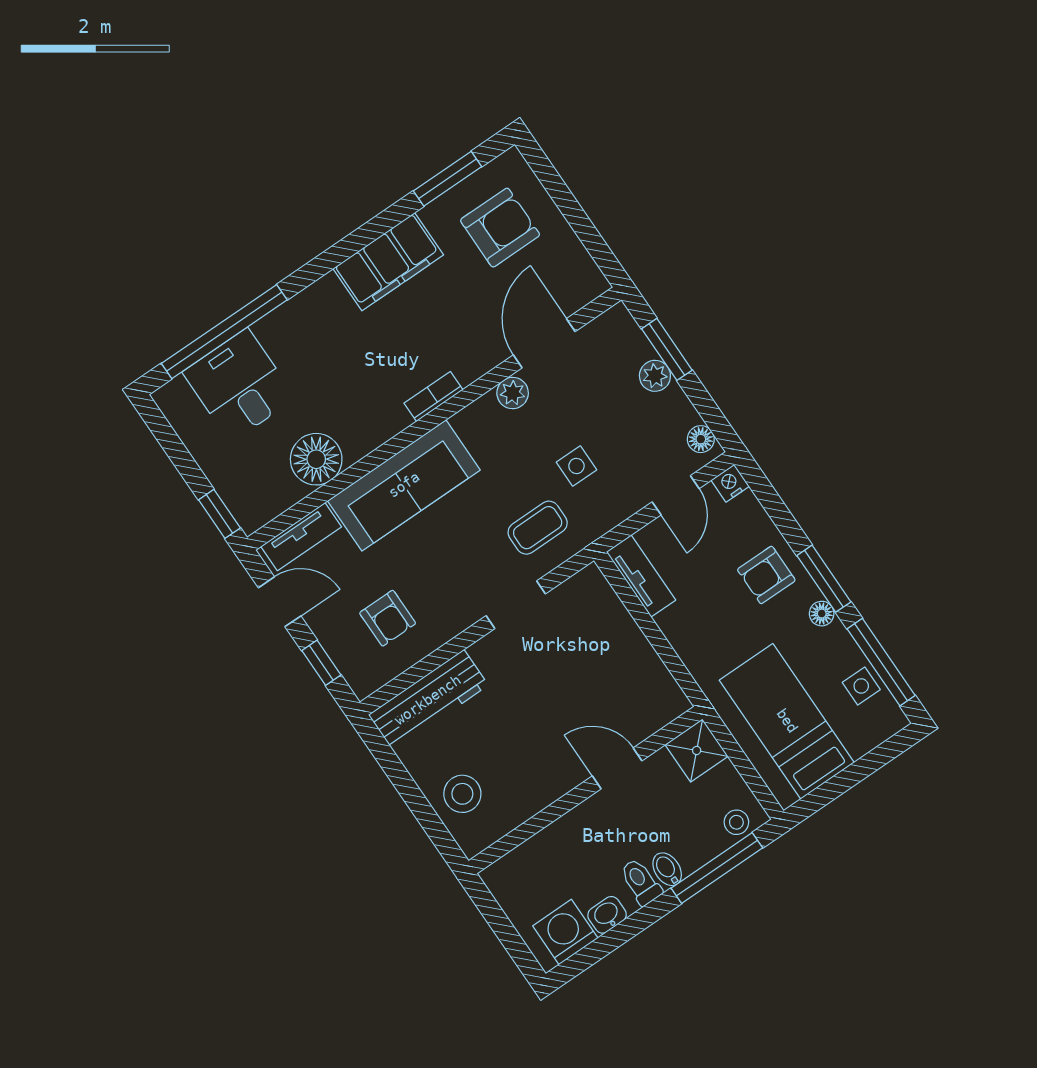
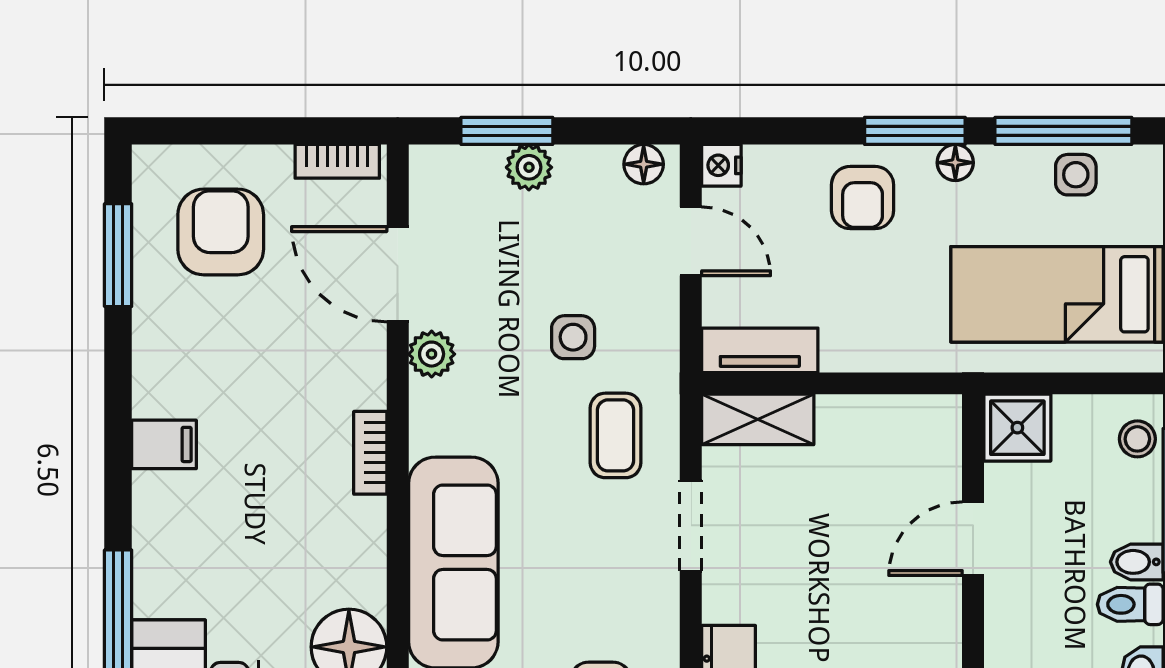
filing cabinet: (388, 262) -> (164, 444), width x0.33, depth x0.86
bookcase: (585, 266) -> (337, 161), added
shelving: (601, 601) -> (758, 419), added

